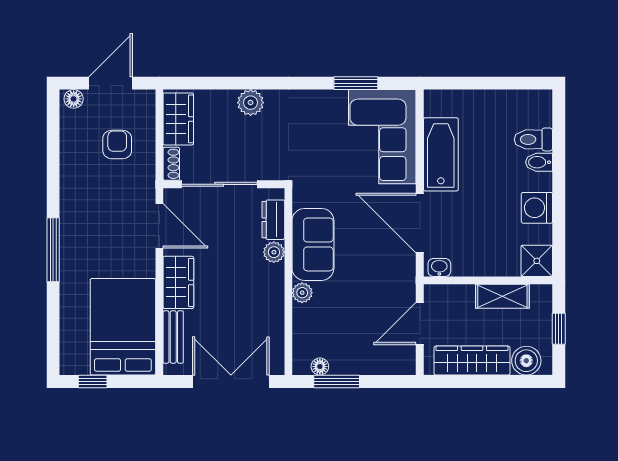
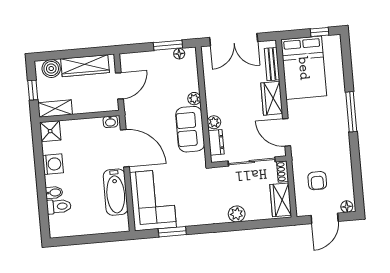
shelving: (502, 296) -> (55, 109), moved

